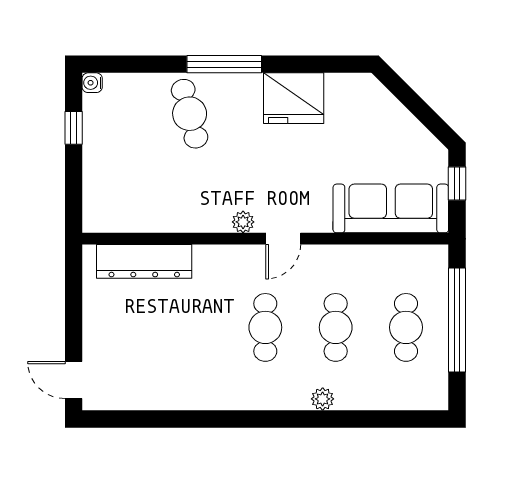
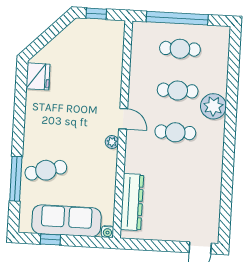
window: (224, 64) -> (16, 179), moved
water cooler: (92, 83) -> (108, 232), moved
fridge: (294, 98) -> (38, 76), moved, width x0.73, depth x0.75
sofa: (391, 208) -> (66, 221), moved, turned 90
plant: (323, 399) -> (213, 106), width x1.88, depth x1.88

